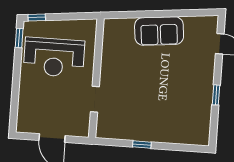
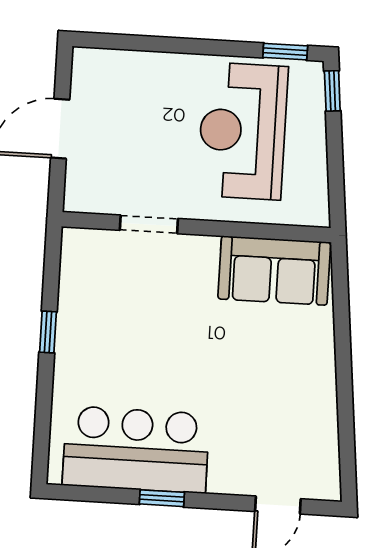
sofa: (159, 31) -> (274, 271), moved, turned -84
bar counter: (194, 106) -> (136, 450), added

